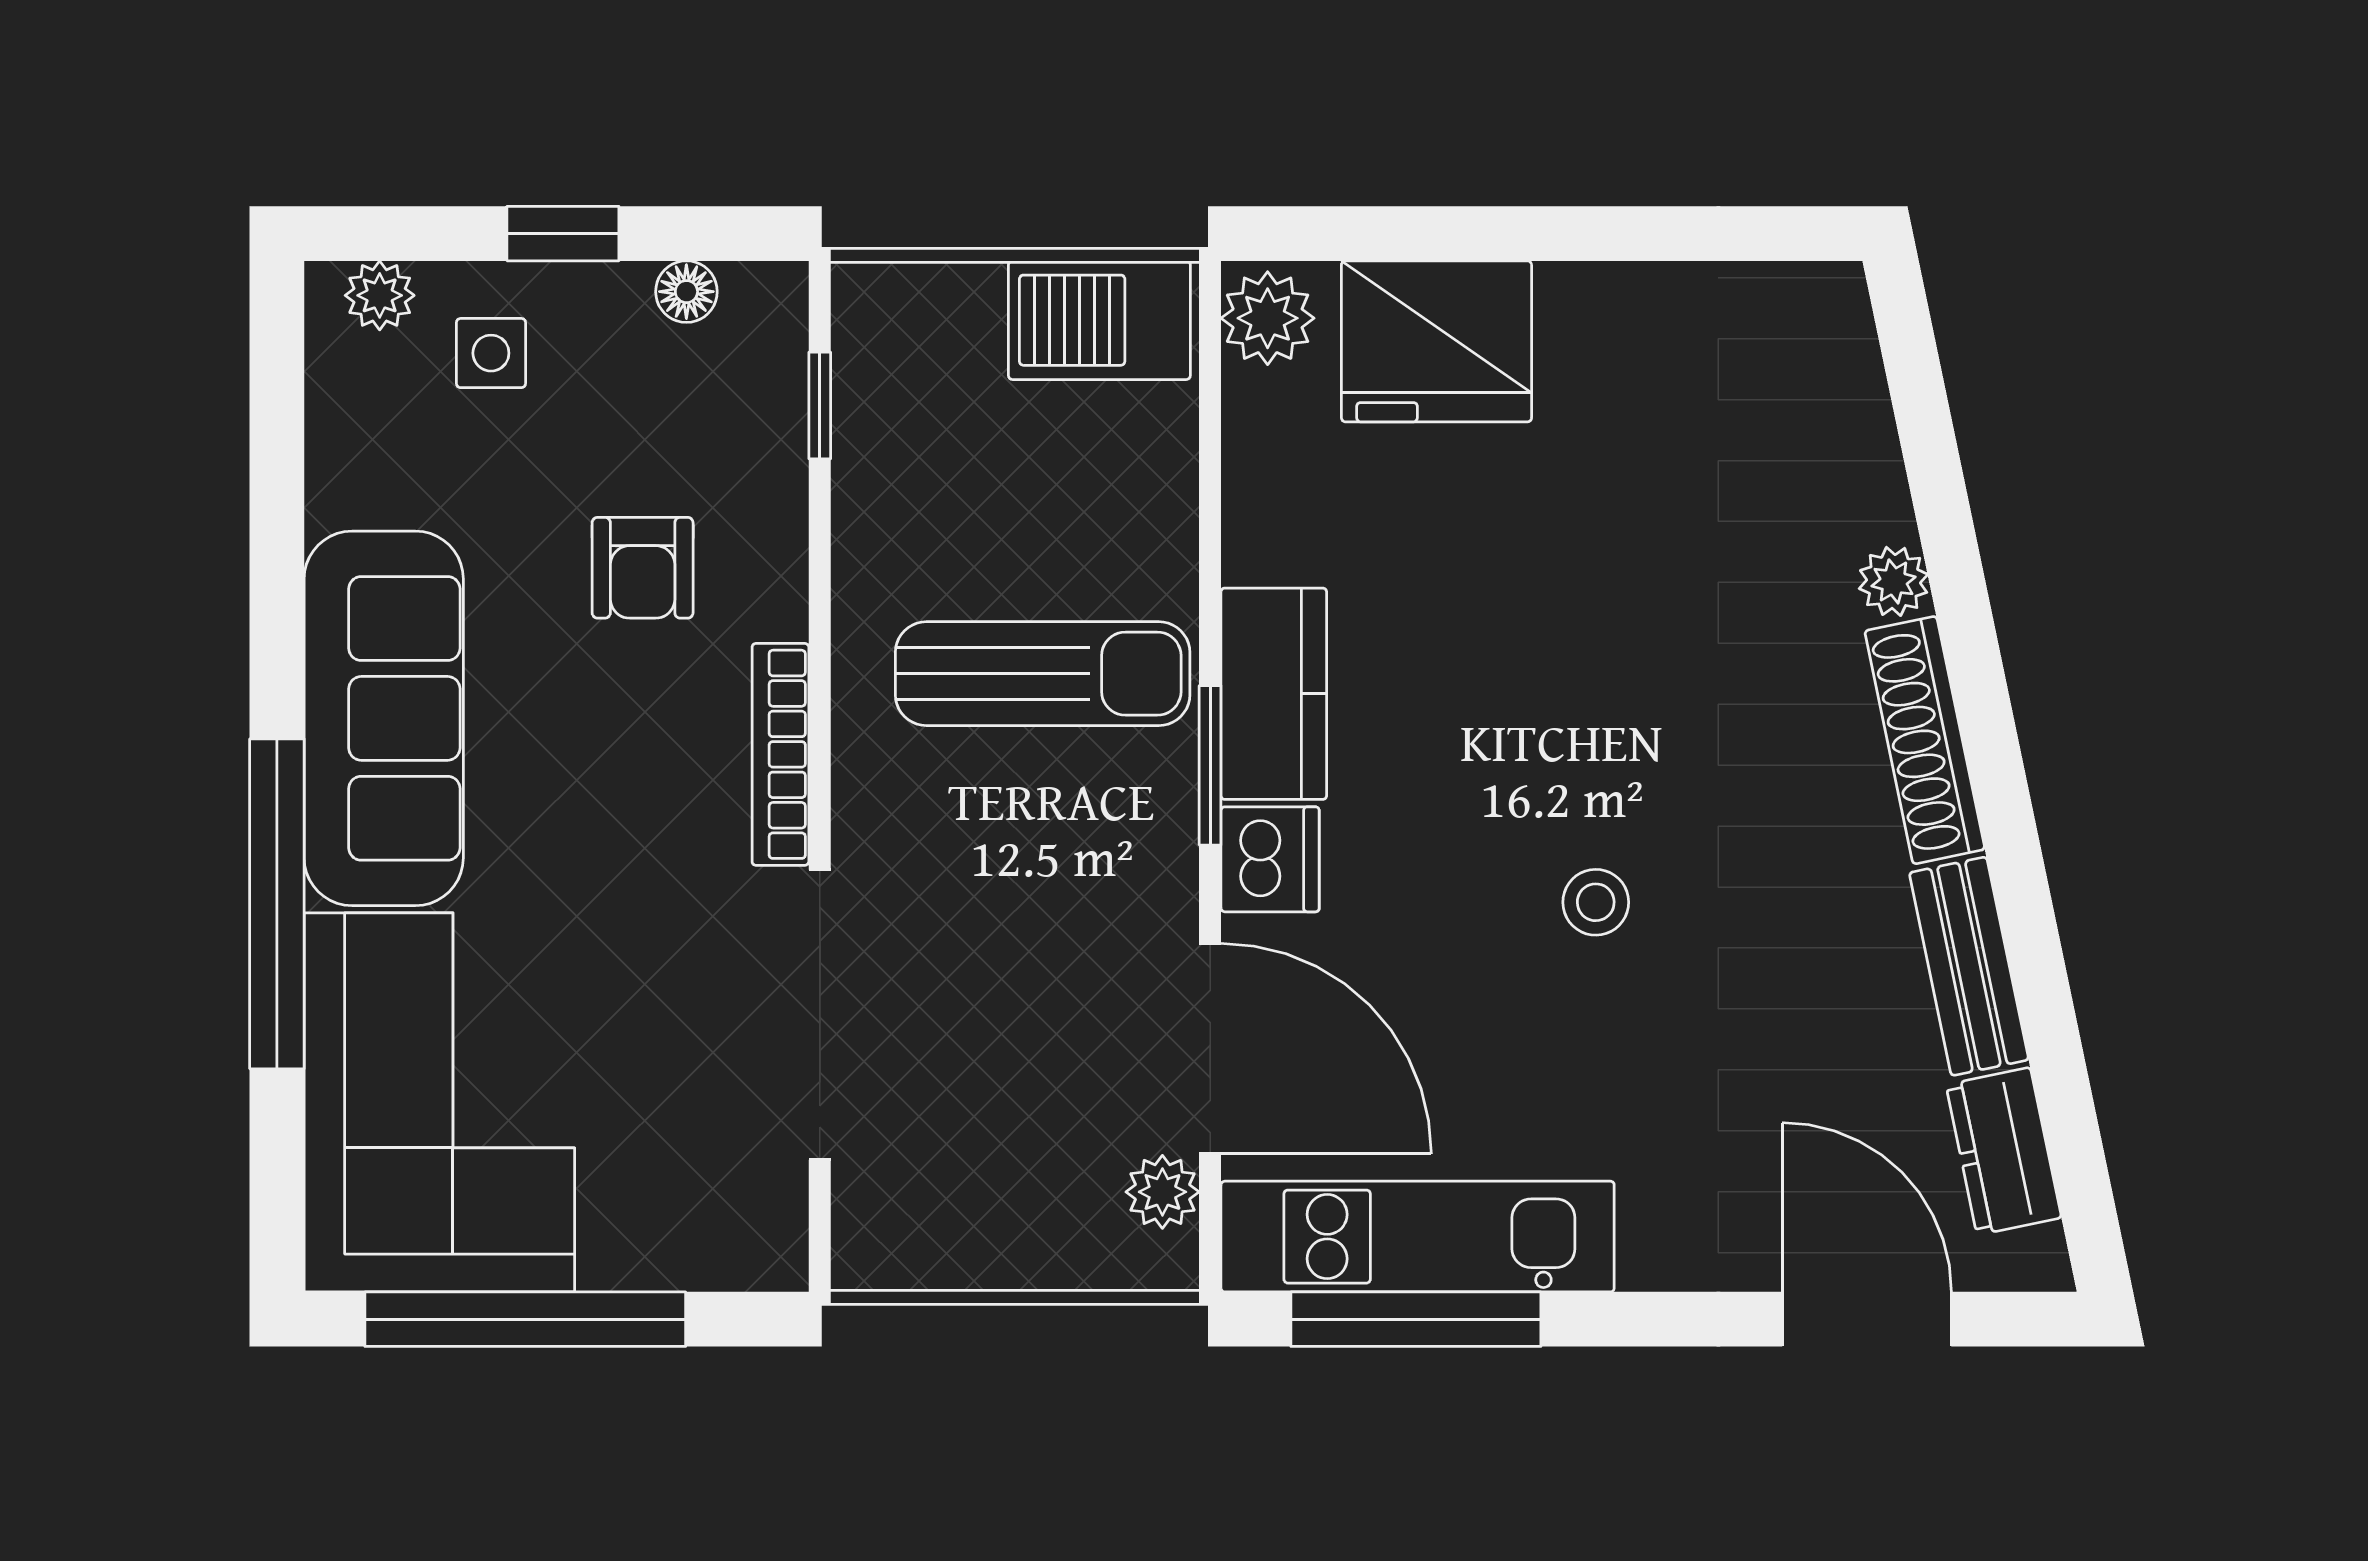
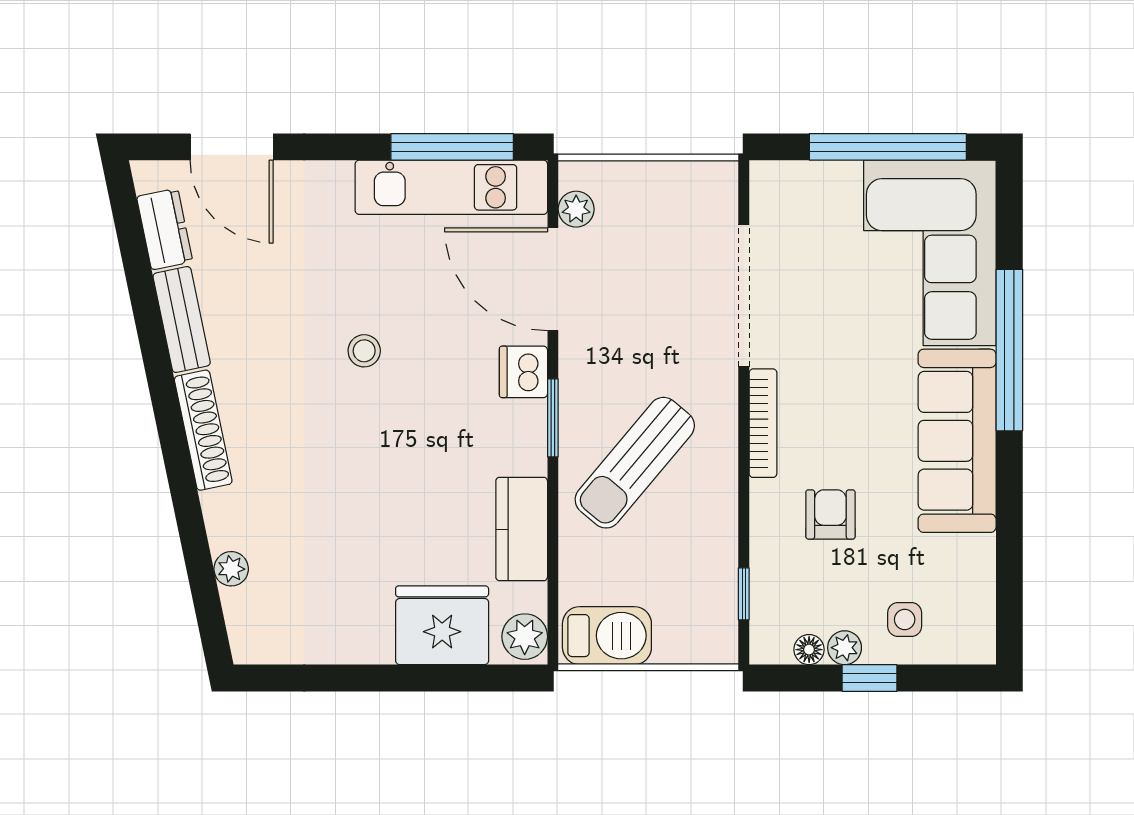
plant: (380, 295) -> (845, 648), moved
plant: (1894, 581) -> (231, 569), moved
sun lounger: (1043, 674) -> (635, 463), turned -50
kitchen counter: (1274, 694) -> (522, 529), moved

